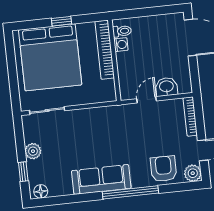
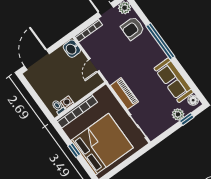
washbasin: (166, 87) -> (72, 49), moved
door: (147, 100) -> (94, 65), hinge flipped
piano: (94, 116) -> (124, 94), added
plant: (33, 151) -> (178, 114), moved
sofa: (101, 179) -> (174, 80), moved

